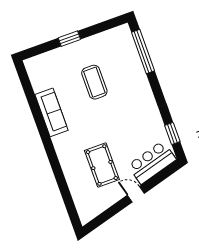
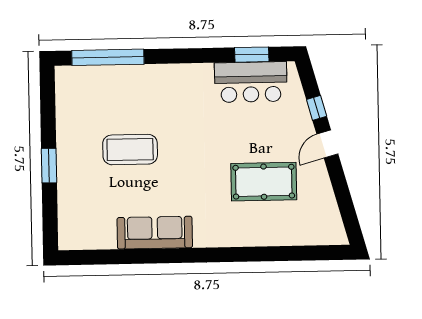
bar counter: (152, 162) -> (251, 82), moved, turned -74
window: (154, 181) -> (317, 108), added

